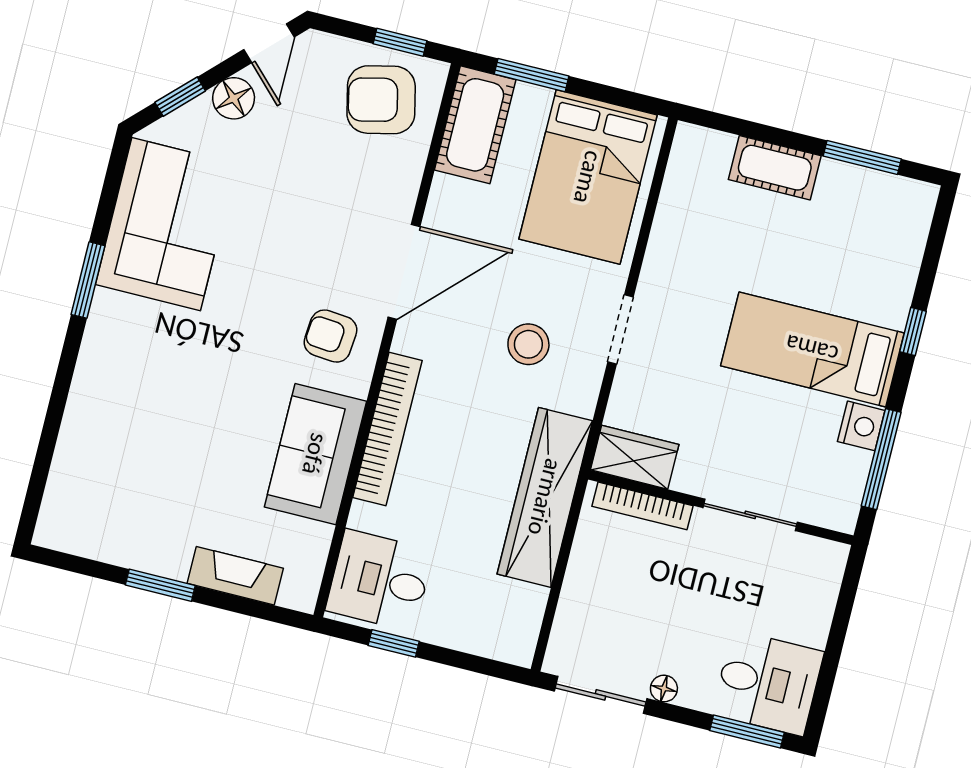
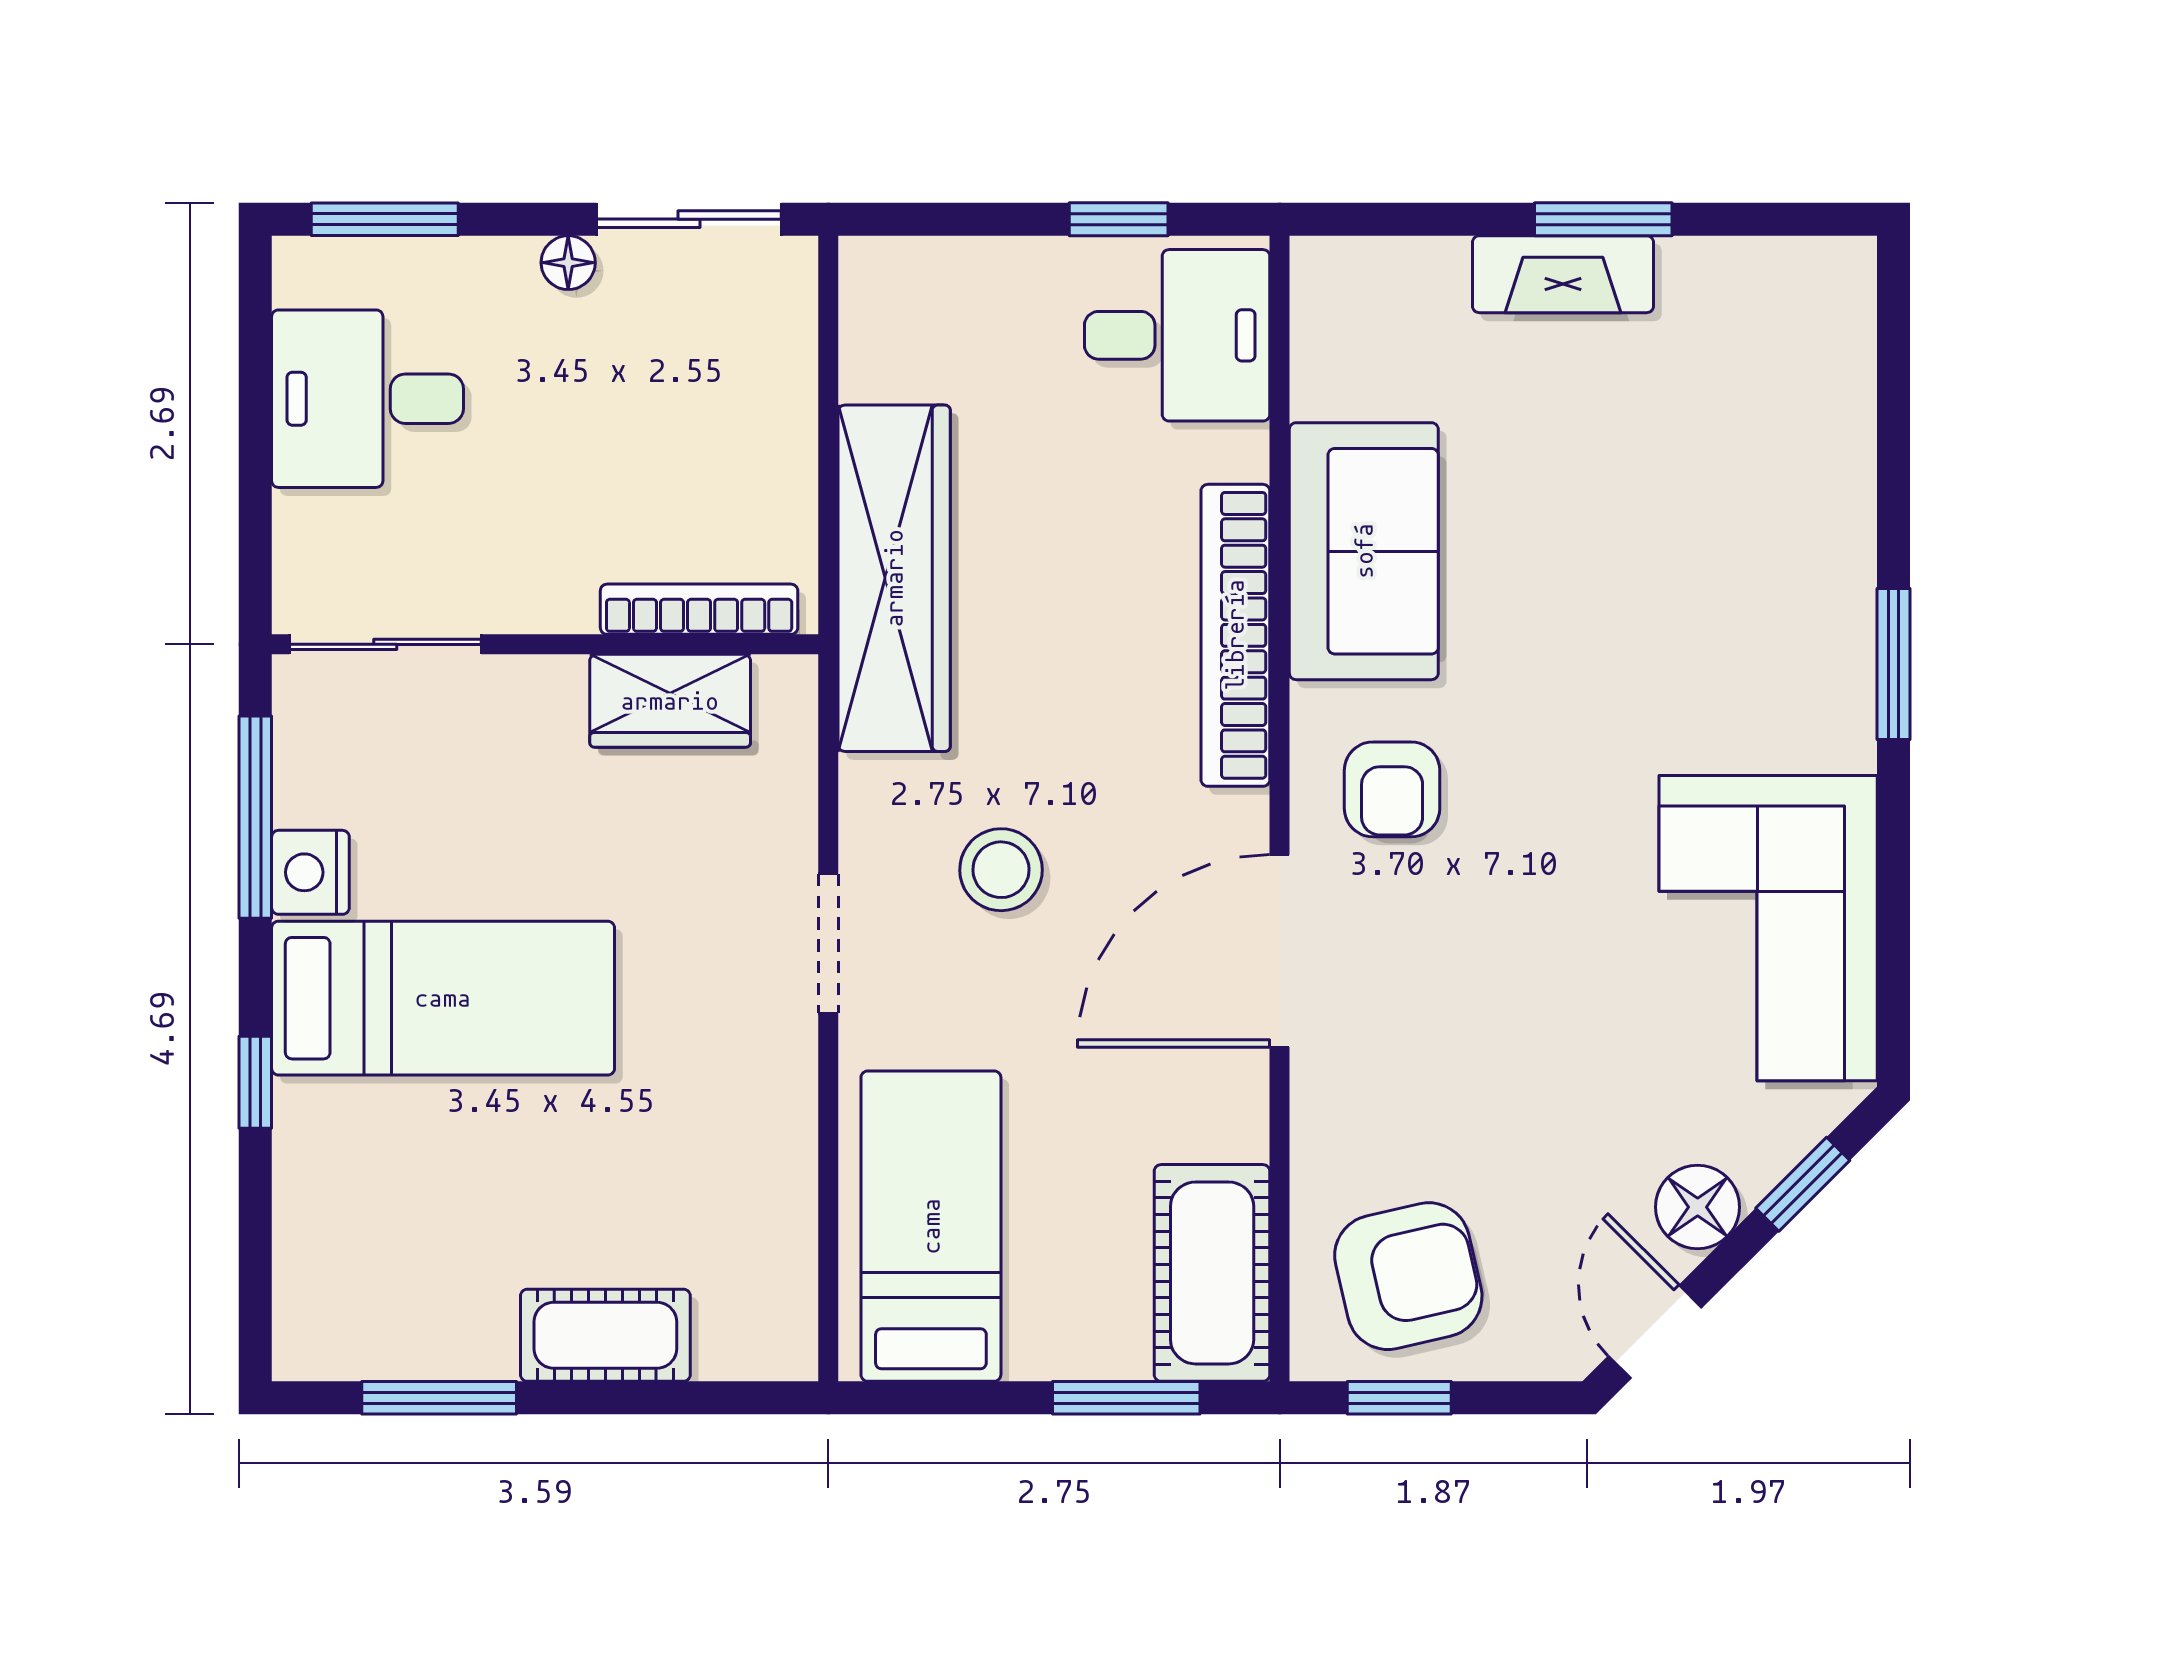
bed: (588, 177) -> (931, 1226), width x0.67
window: (88, 280) -> (1893, 664), moved
armchair: (330, 336) -> (1392, 789), turned 85
wardrobe: (635, 457) -> (670, 701), moved
sliding door: (750, 515) -> (385, 644), moved
fireplace: (235, 576) -> (1563, 274), moved
desk: (768, 683) -> (368, 399), moved

